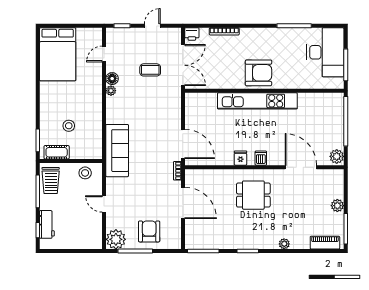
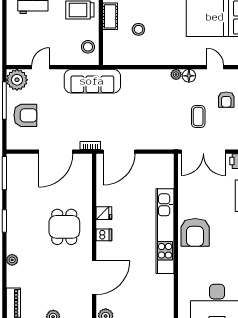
armchair: (134, 44) -> (226, 100), added
sofa: (117, 151) -> (92, 81), moved
door: (104, 204) -> (41, 67), moved

